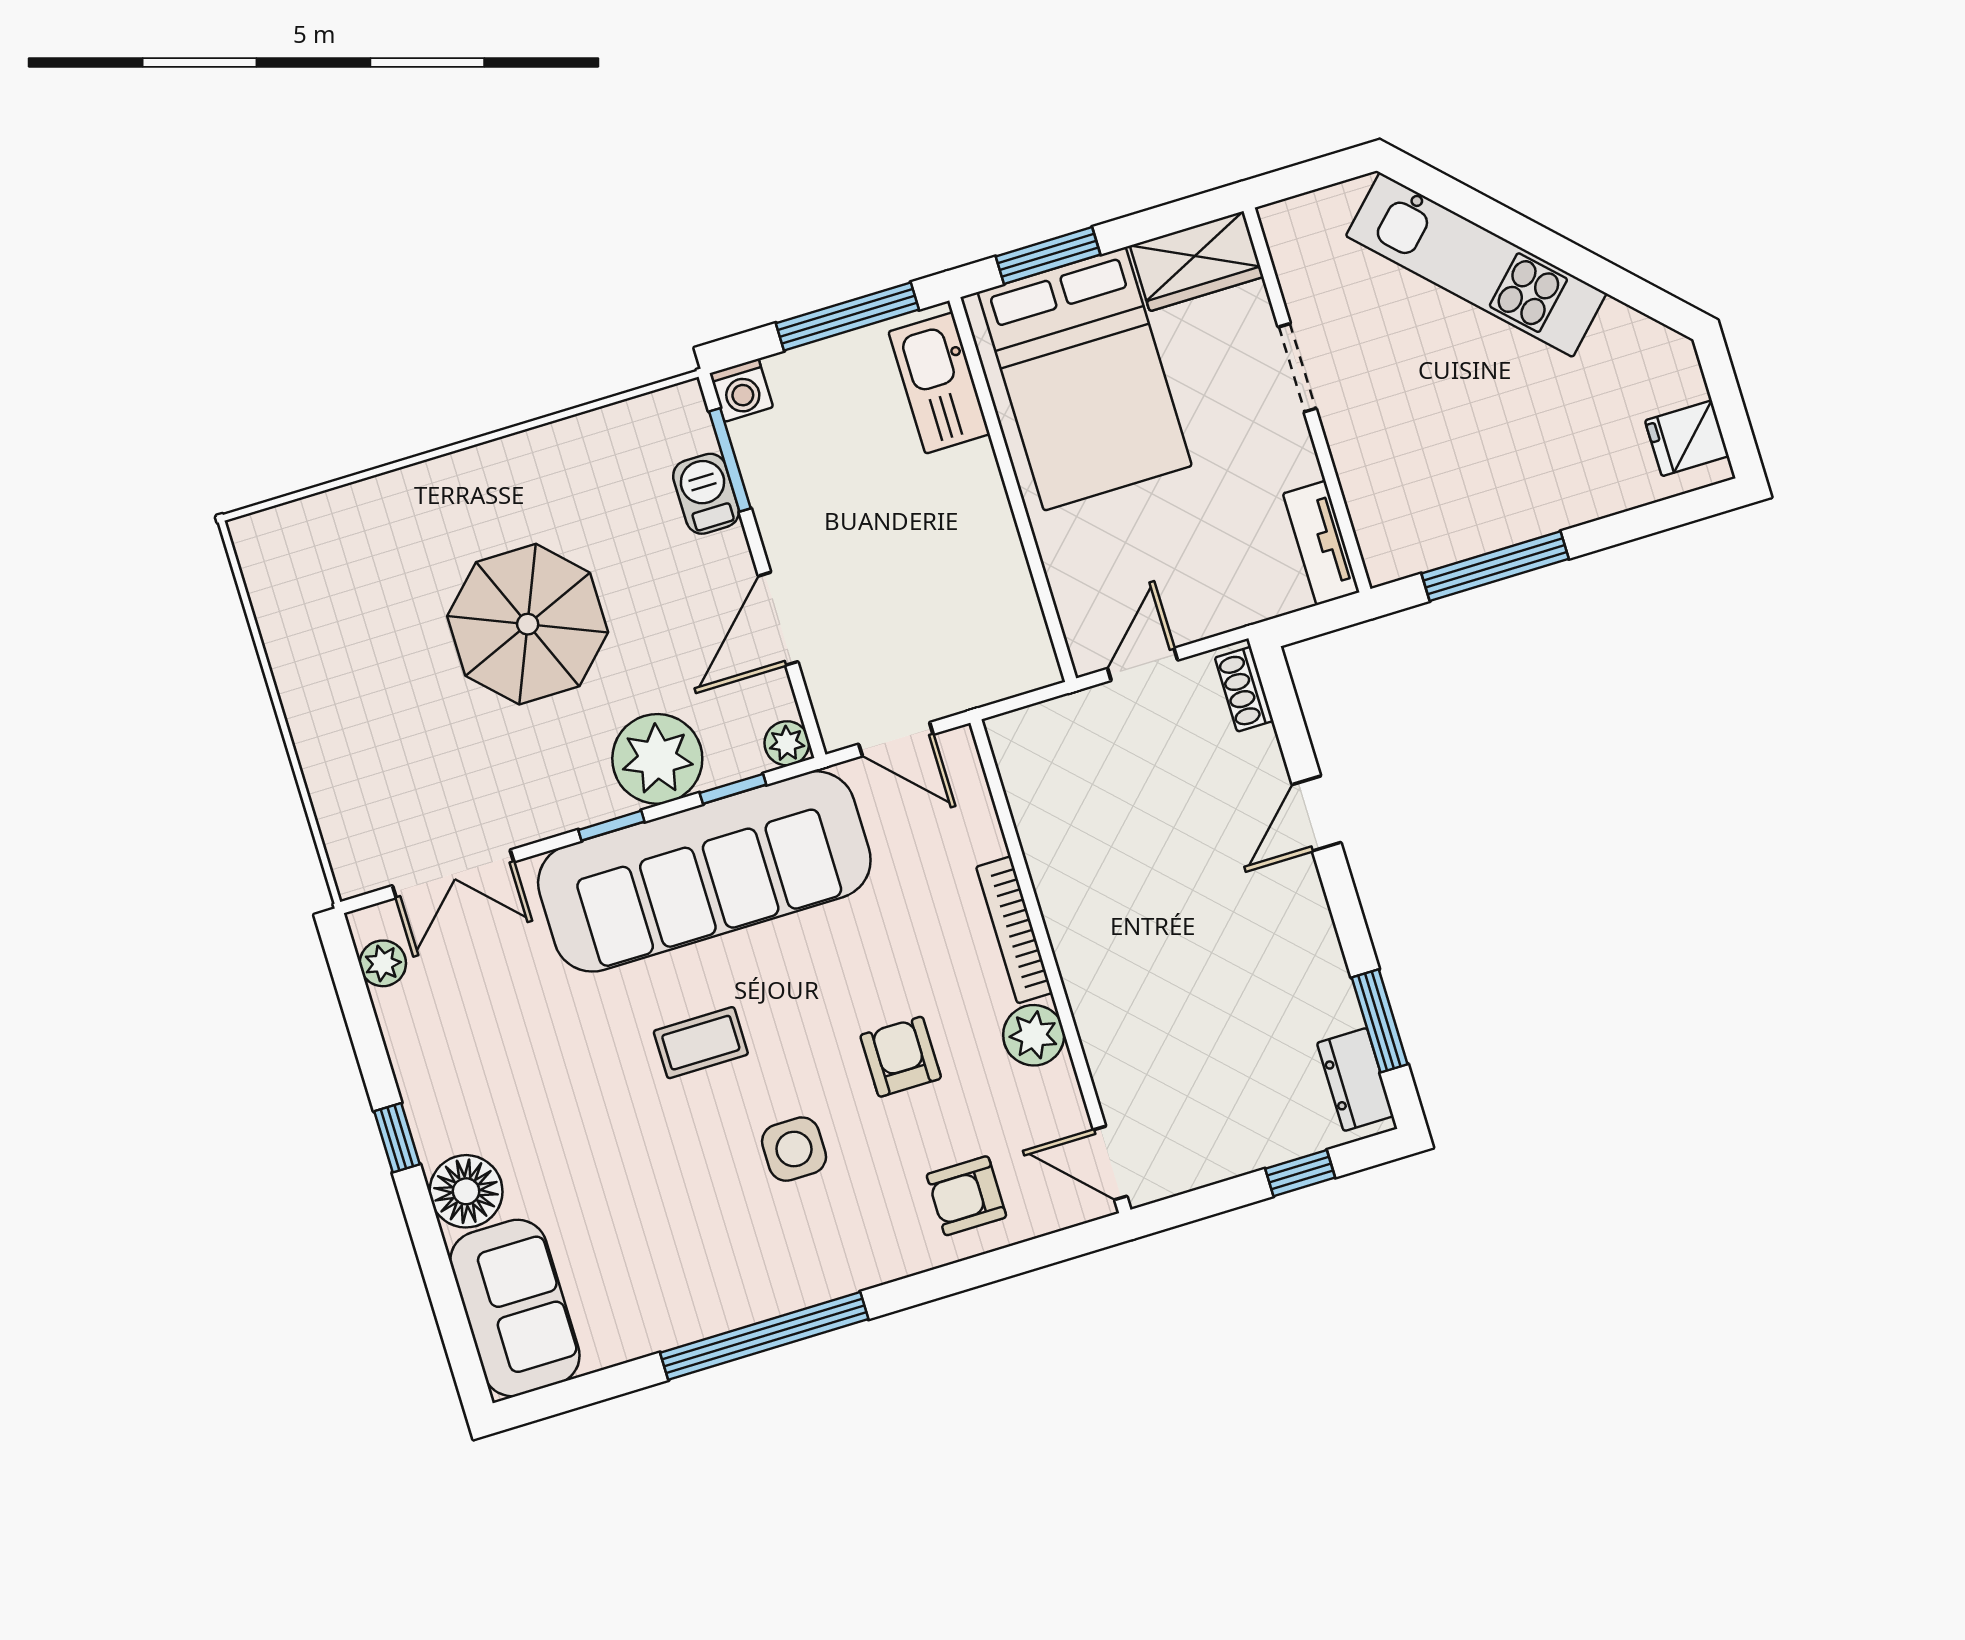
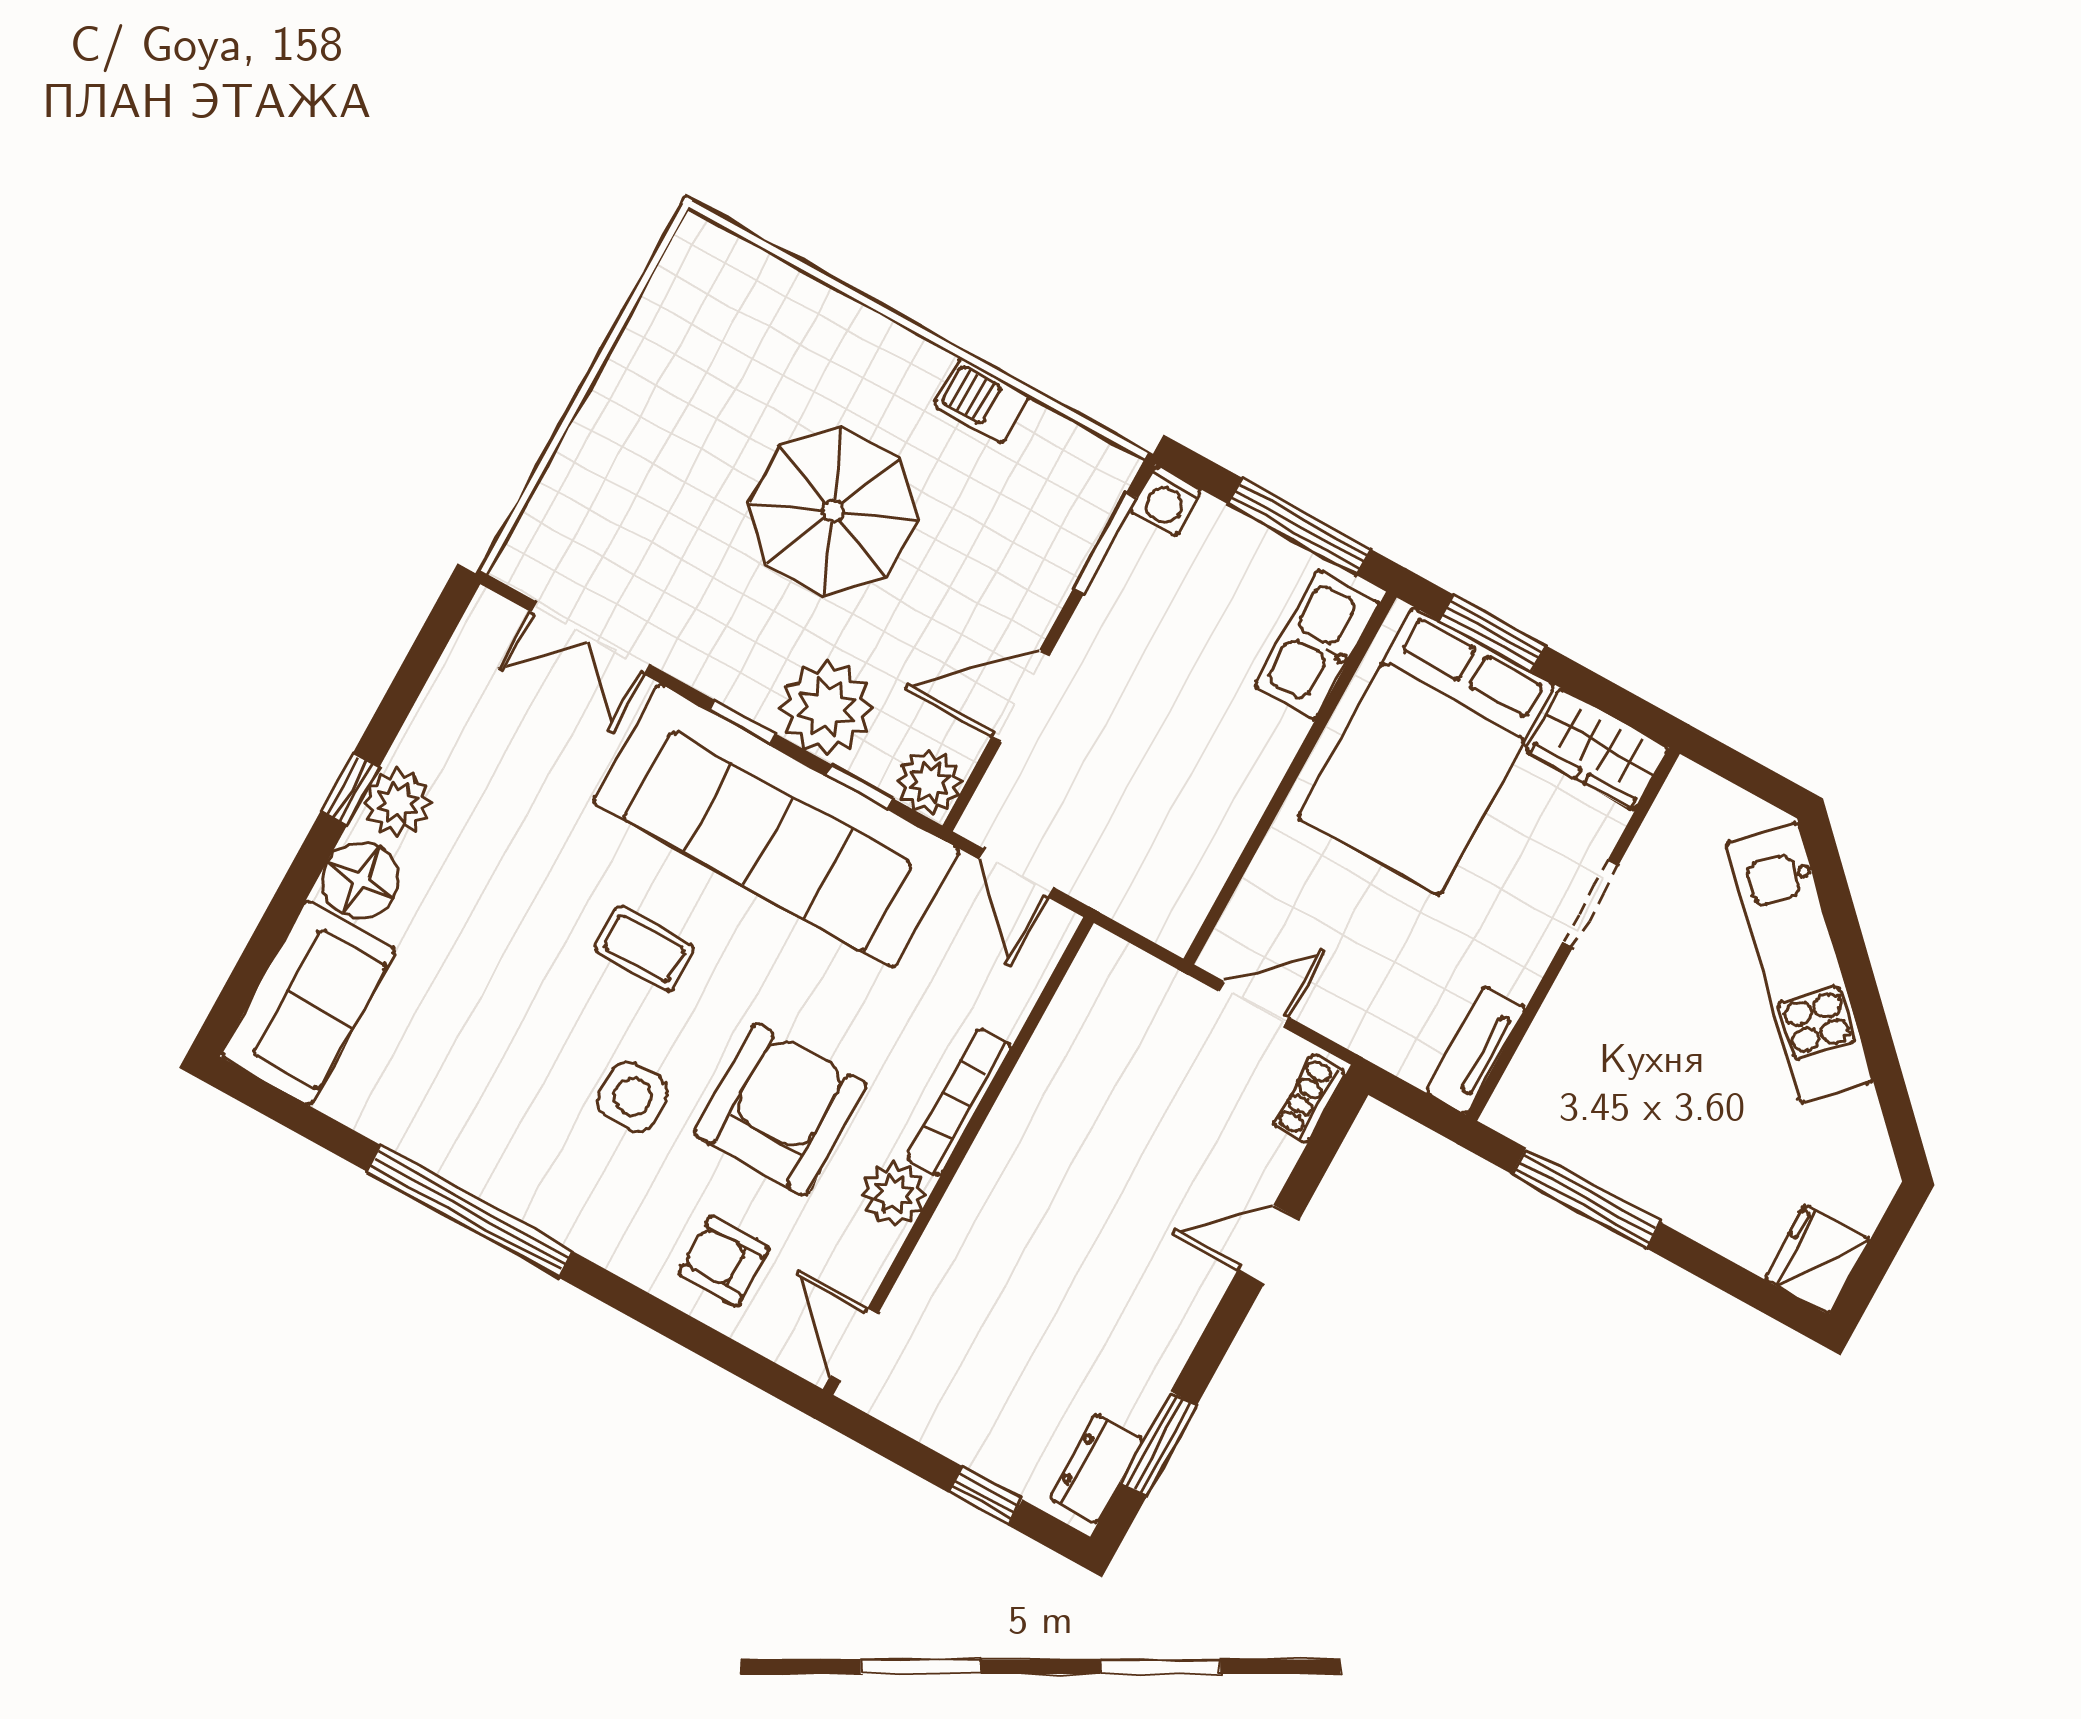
fridge: (1687, 438) -> (1817, 1259), width x1.38
barbecue: (706, 494) -> (982, 401), moved, turned -90
plant: (787, 743) -> (930, 782), width x1.38, depth x1.38
plant: (383, 963) -> (398, 803), moved, width x1.38, depth x1.38
armchair: (901, 1057) -> (780, 1109), width x1.88, depth x1.88

